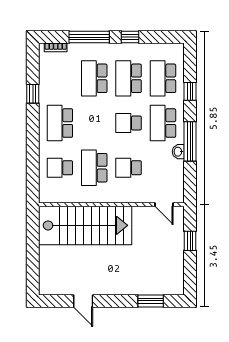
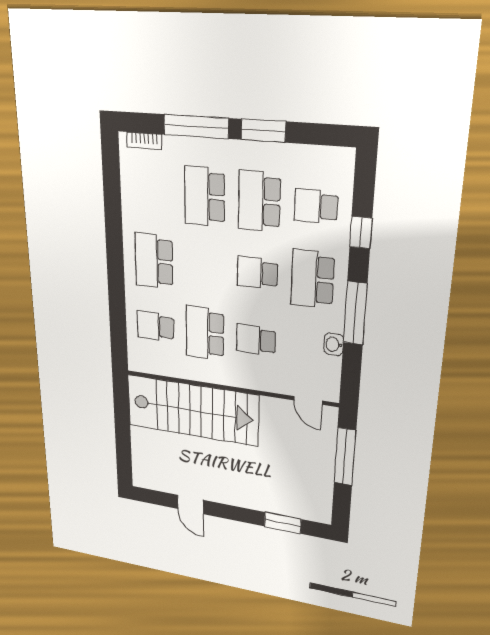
window: (130, 37) -> (263, 131), width x1.50
school desk: (163, 78) -> (316, 206), width x0.54
window: (33, 94) -> (113, 212), removed
washbasin: (178, 152) -> (334, 344), moved
window: (190, 241) -> (345, 457), width x2.17

